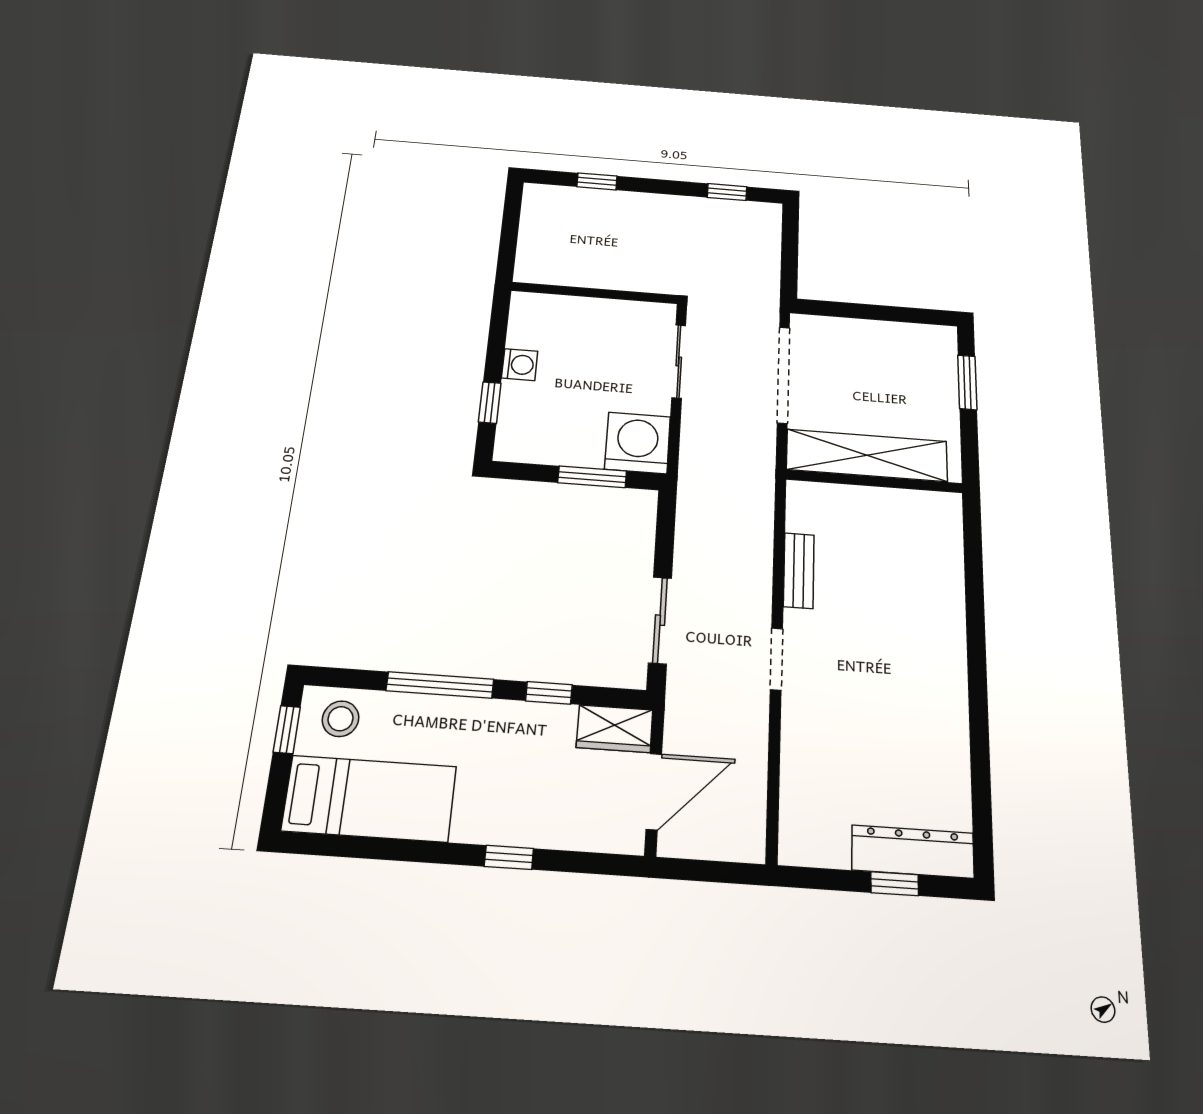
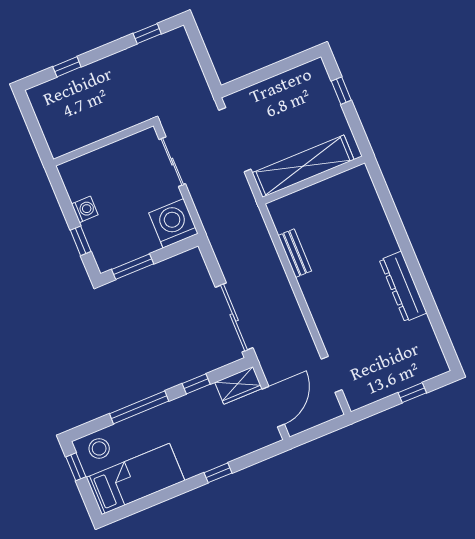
window: (967, 382) -> (341, 91), width x0.67
window: (592, 477) -> (133, 267), moved
sliding door: (660, 620) -> (234, 318), width x1.37
doorway: (776, 659) -> (332, 374), moved
dresser: (913, 852) -> (403, 286), moved, turned -90

